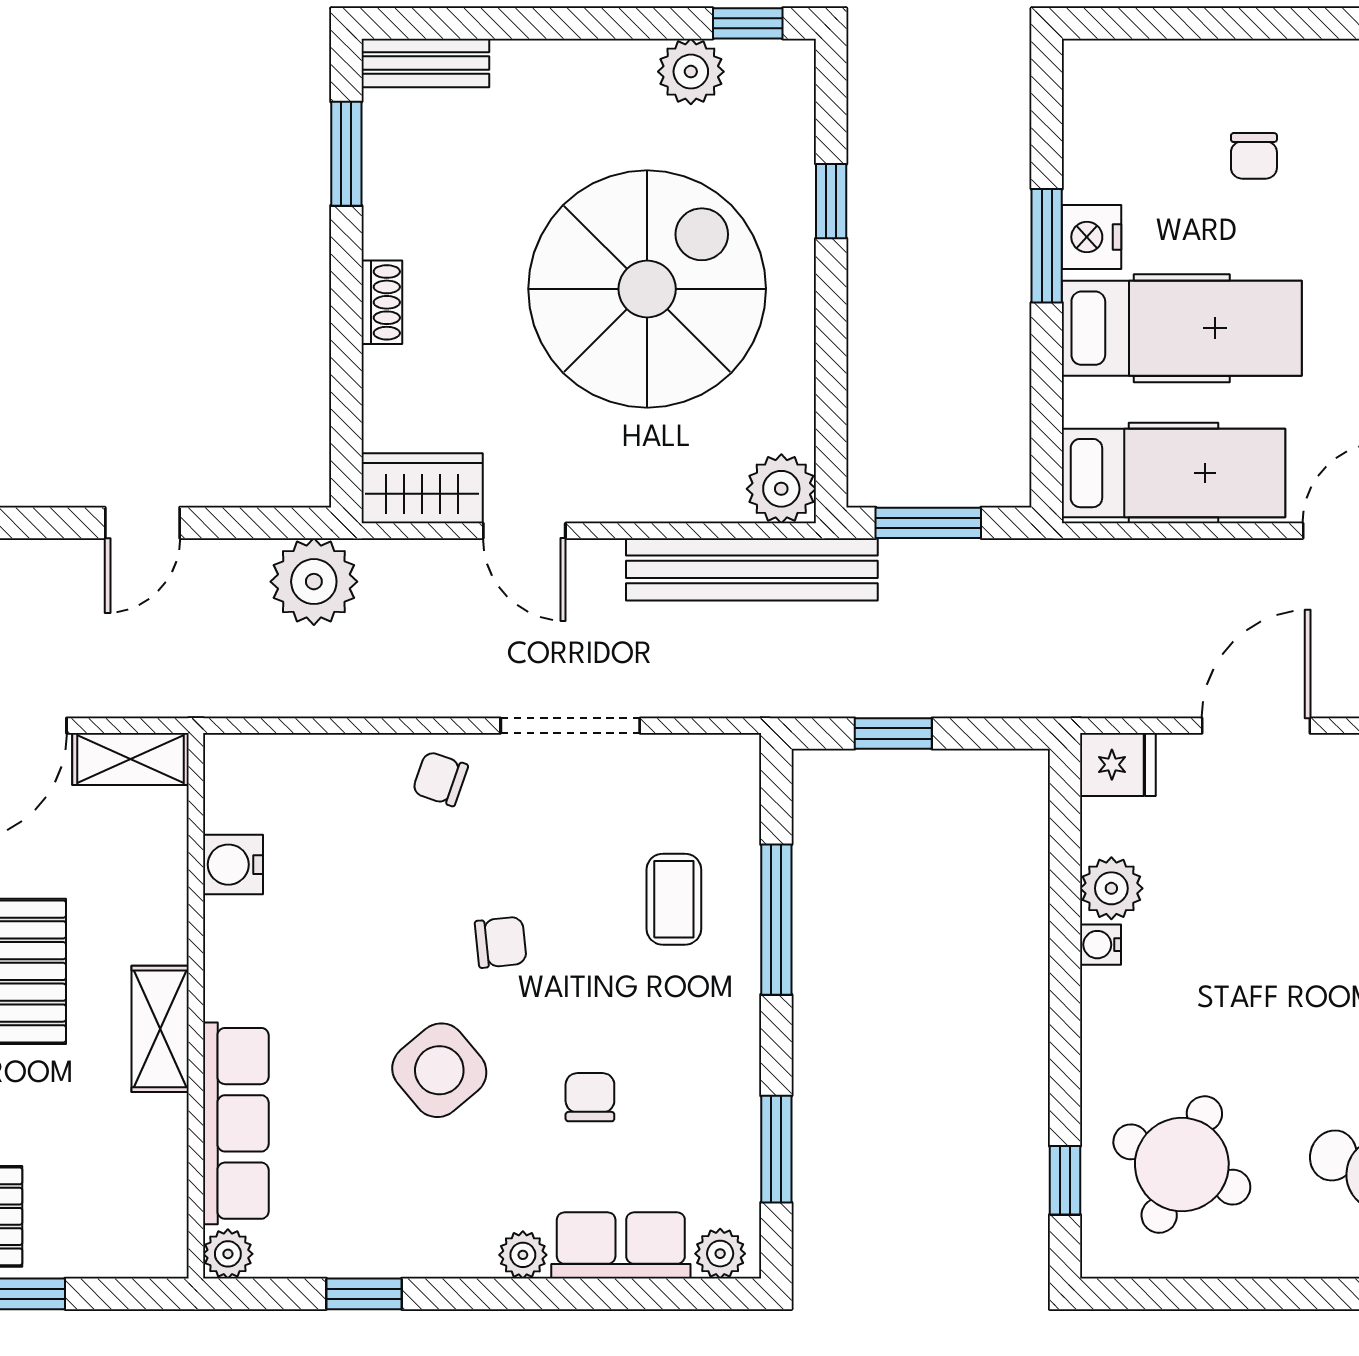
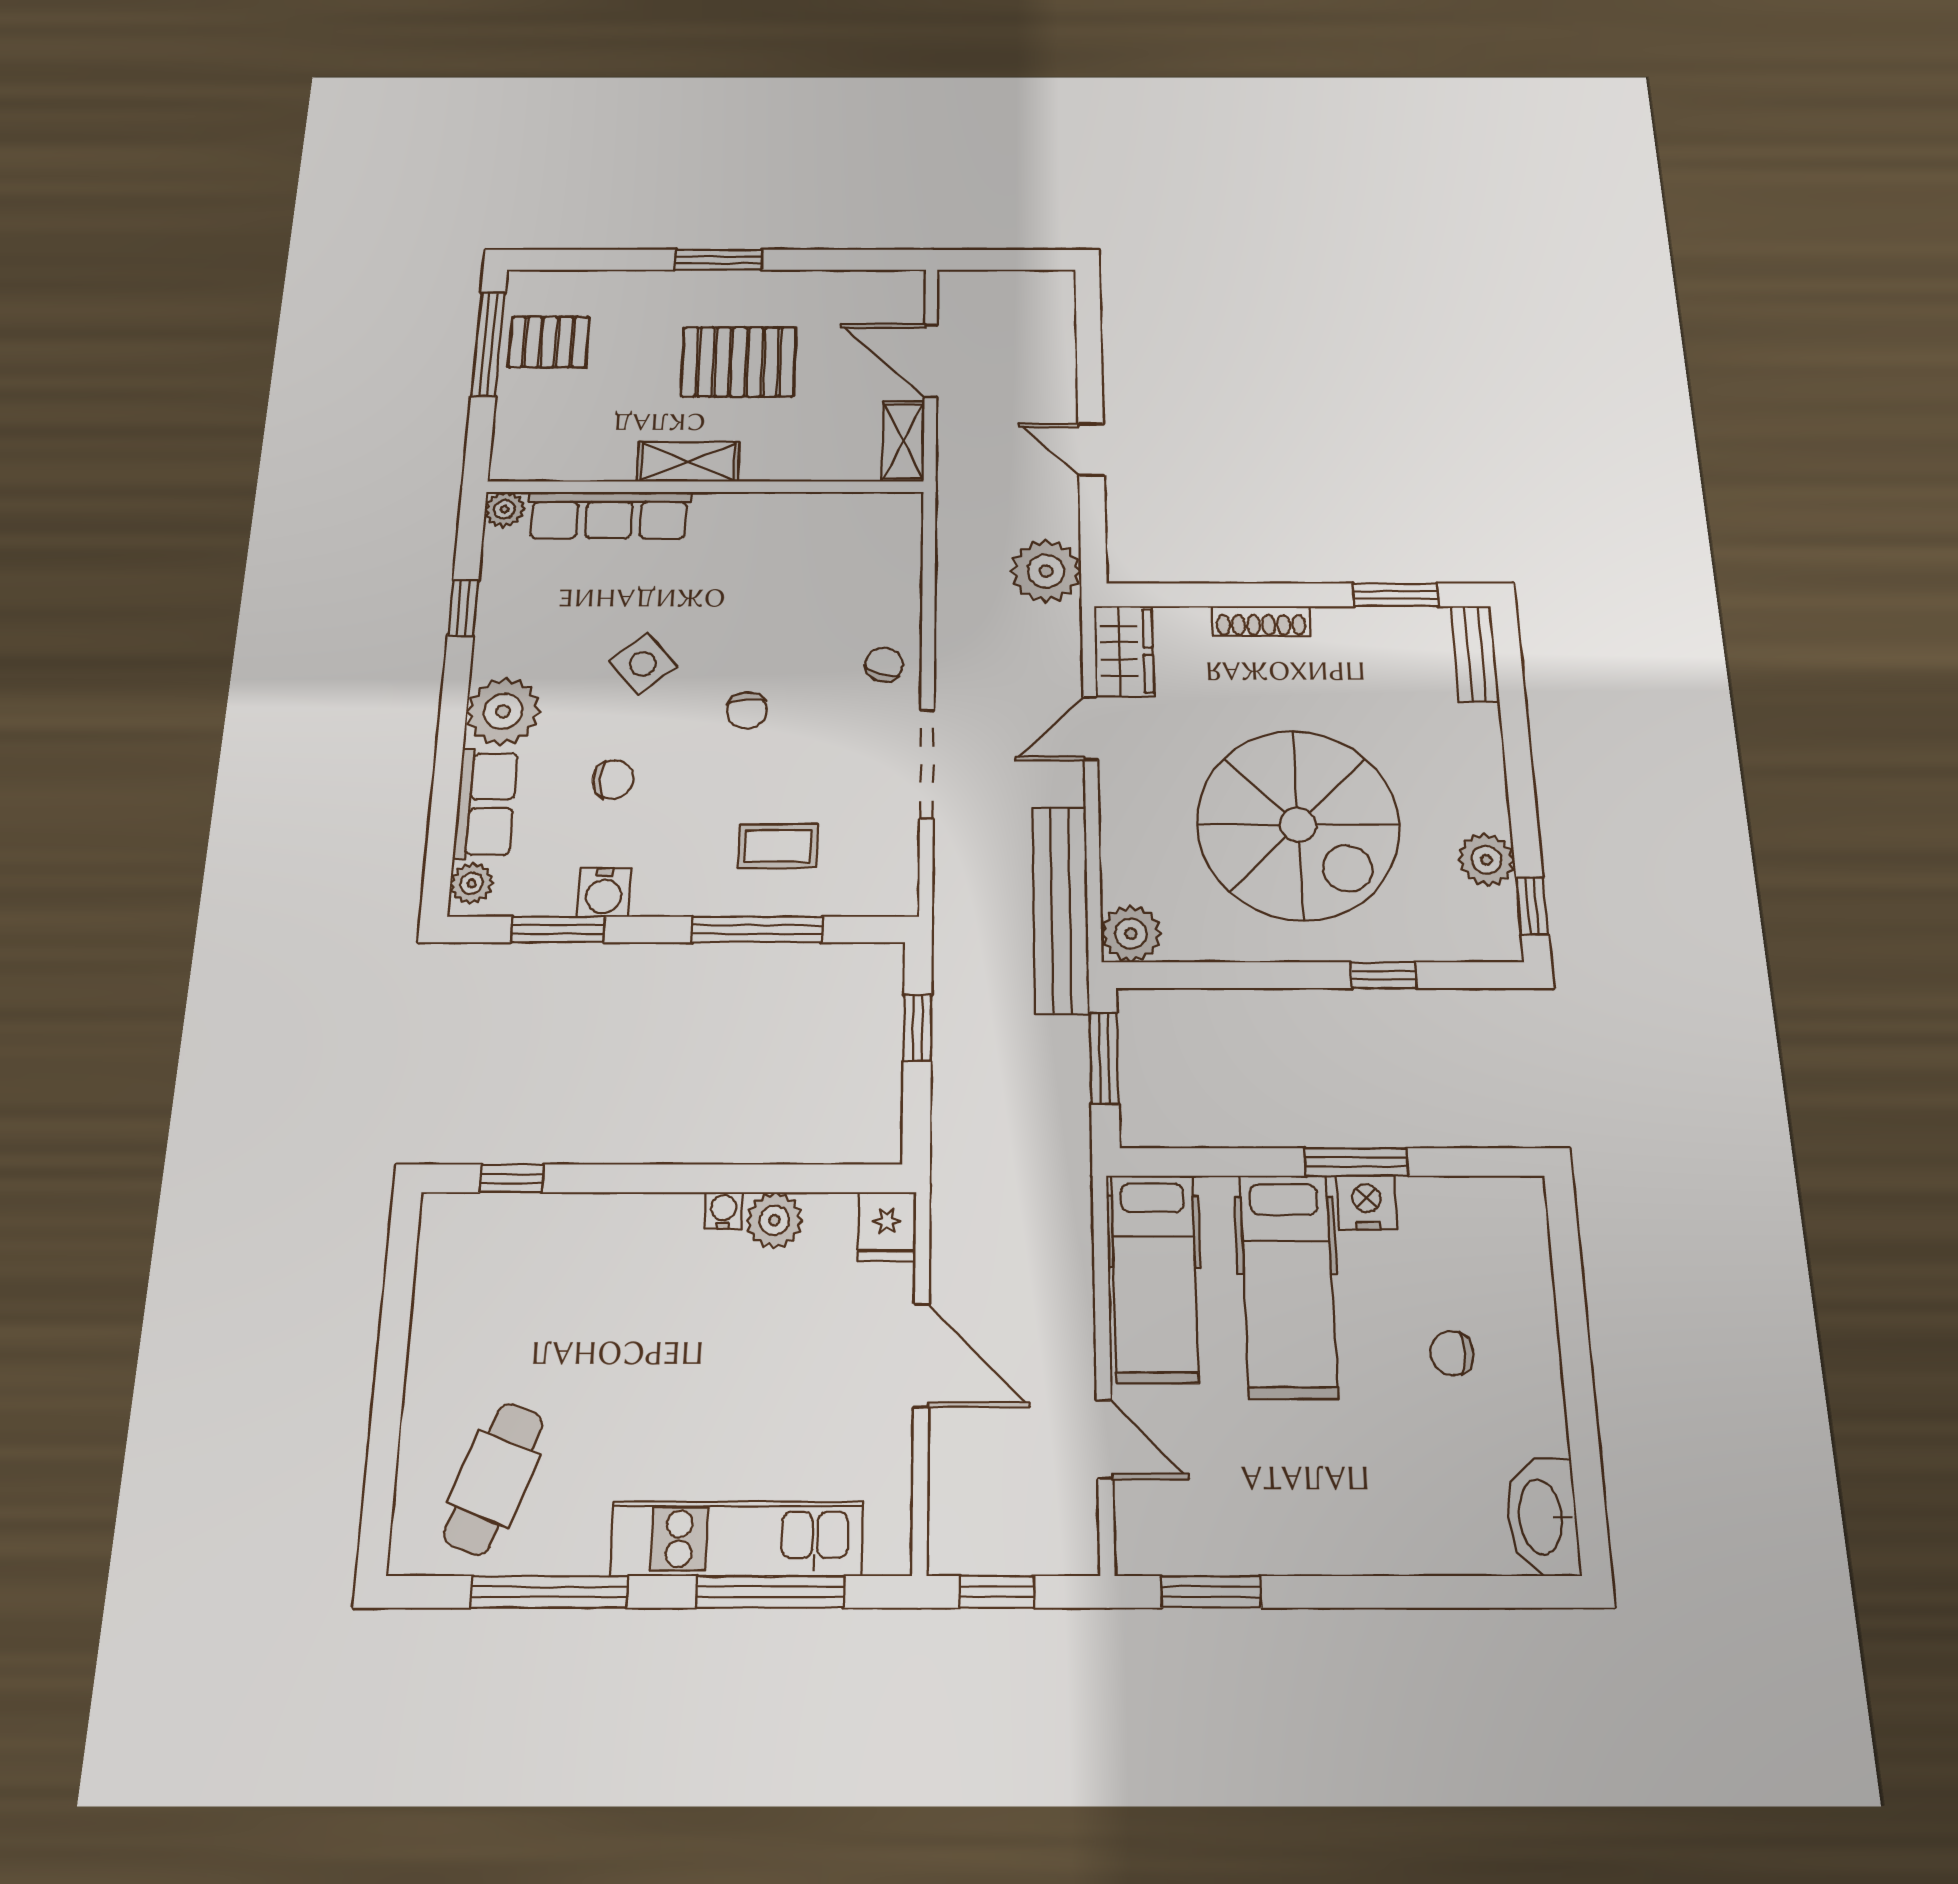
shoe rack: (382, 302) -> (1261, 621), width x1.43
water cooler: (233, 865) -> (604, 892), moved, turned 180
side table: (439, 1070) -> (643, 664), width x0.73, depth x0.73
round table: (1182, 1165) -> (518, 1285), removed
plant: (523, 1255) -> (503, 711), width x1.87, depth x1.87

